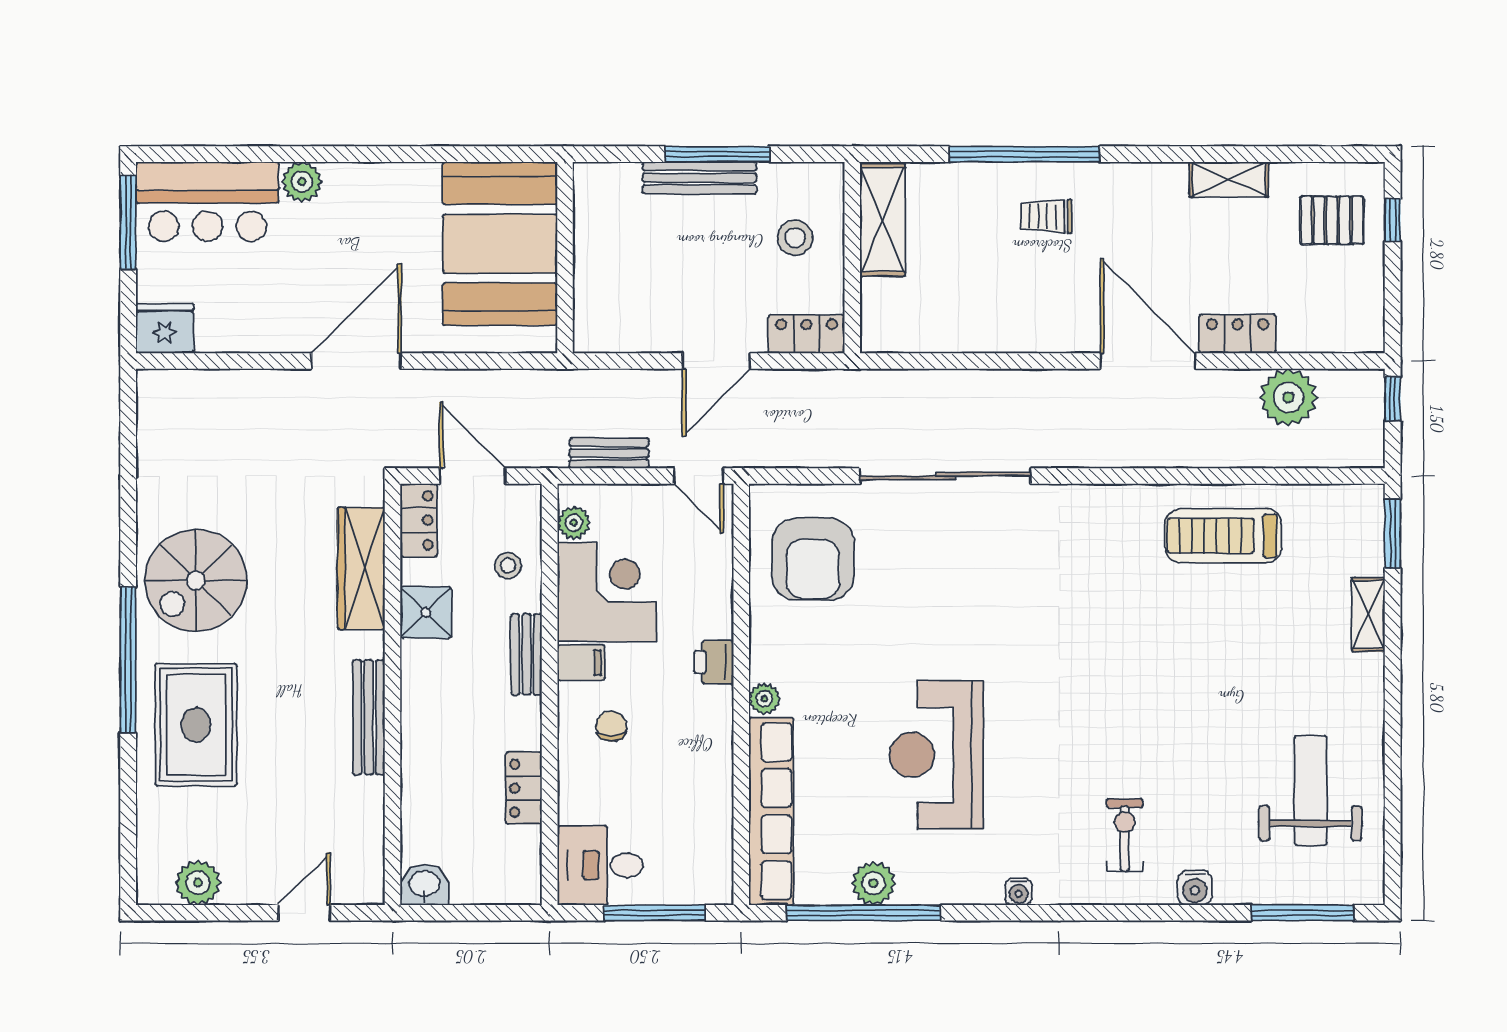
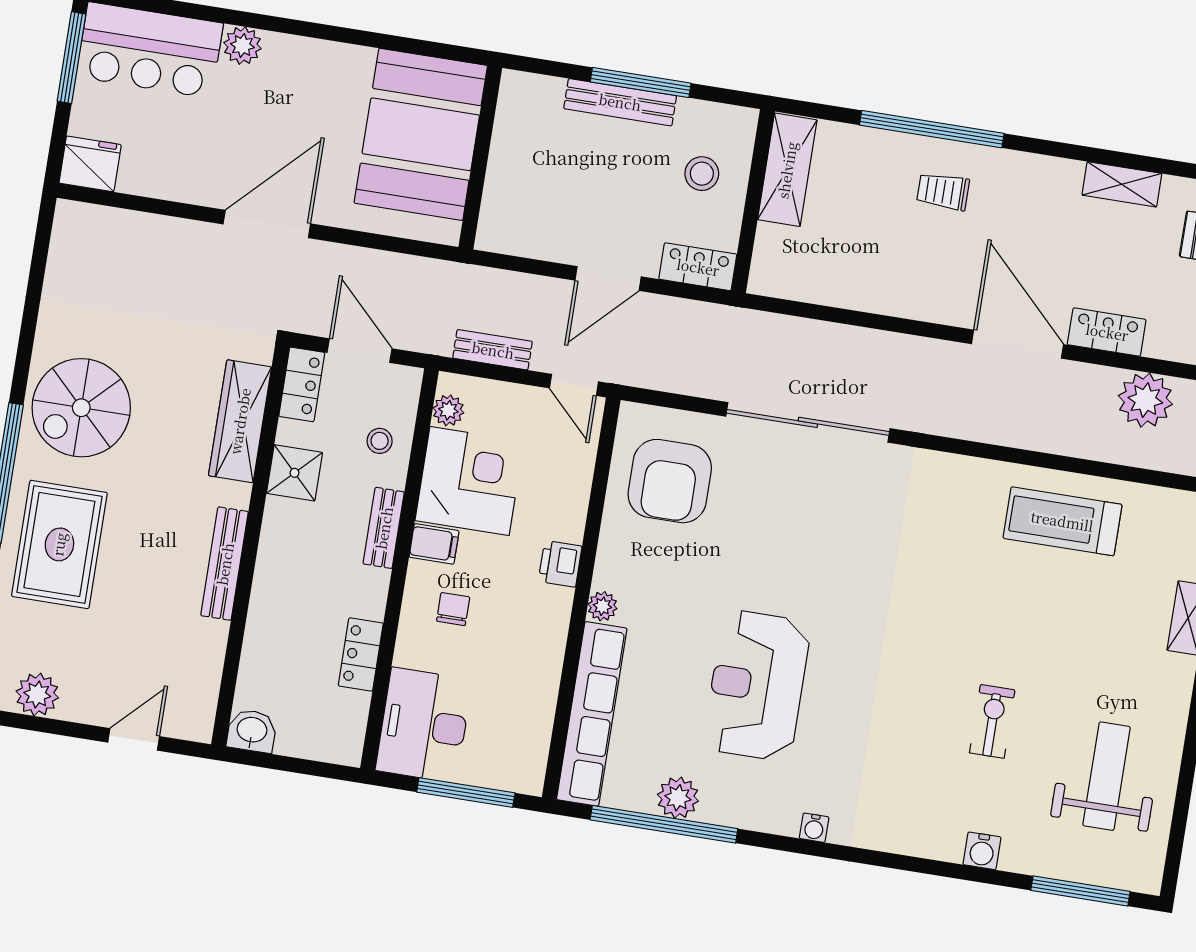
exercise bike: (1125, 835) -> (992, 721), moved
desk: (600, 865) -> (424, 725), width x1.37

